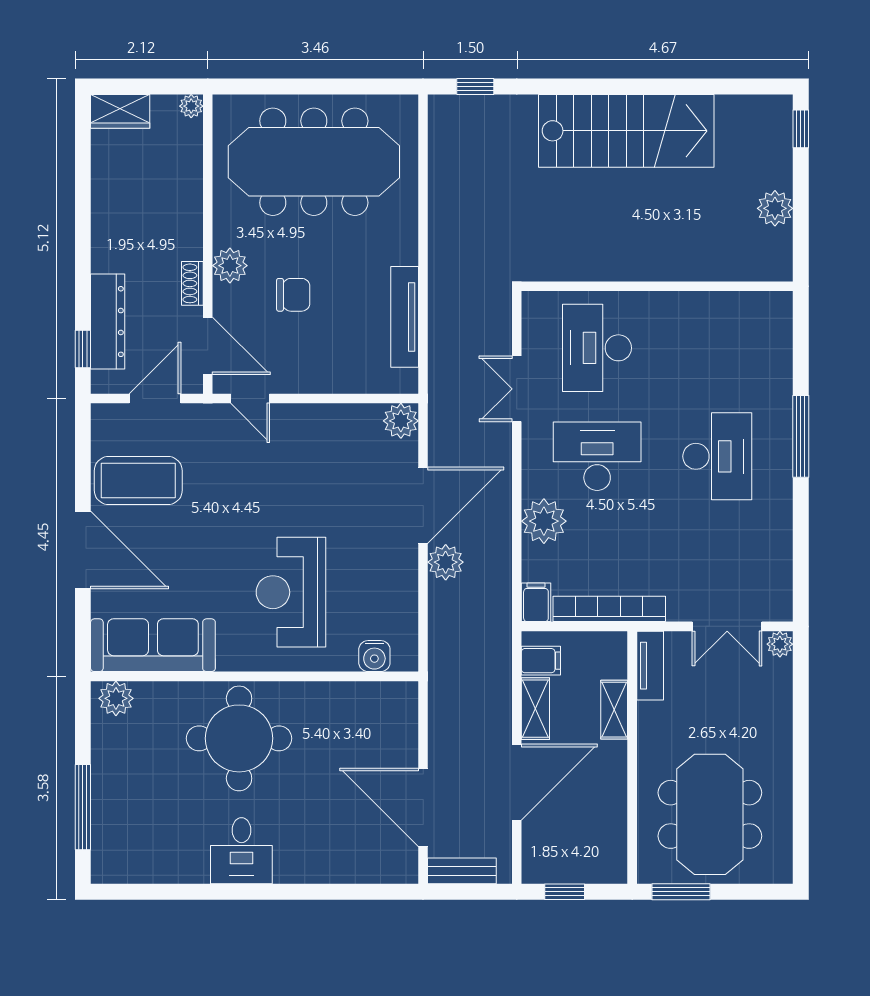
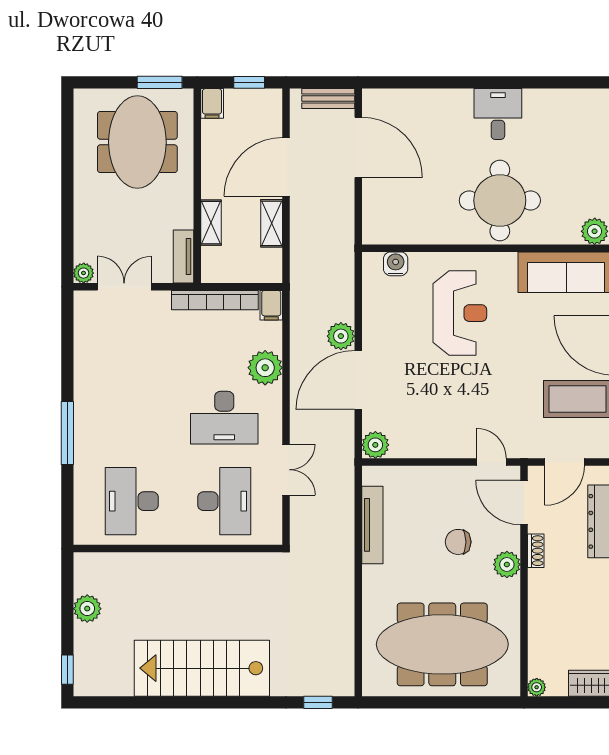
desk: (717, 456) -> (132, 501), moved
filing cabinet: (541, 661) -> (212, 103), moved, turned -90

